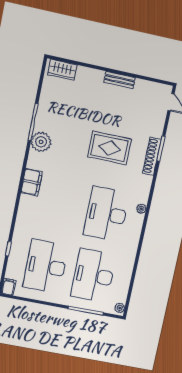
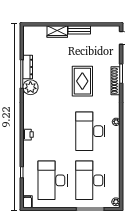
wardrobe: (62, 70) -> (57, 31), moved
dresser: (42, 115) -> (28, 67), added
rug: (109, 148) -> (82, 81), turned 90
filing cabinet: (32, 182) -> (29, 119), removed
printer: (26, 202) -> (28, 135), added

